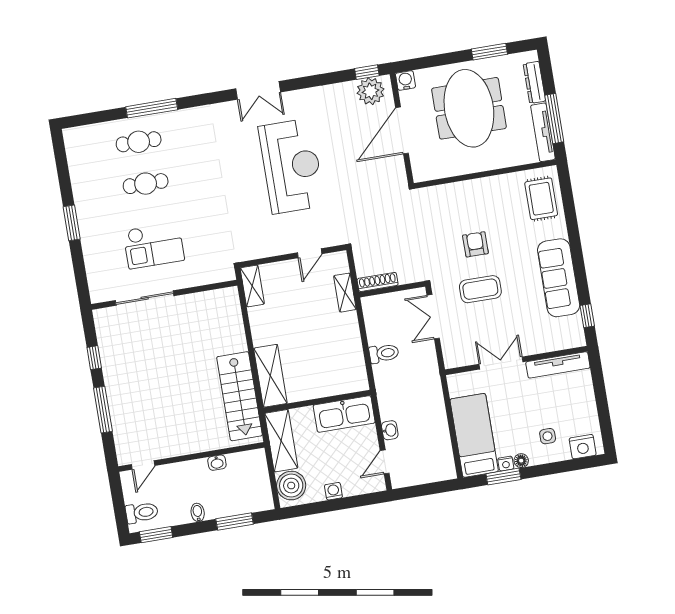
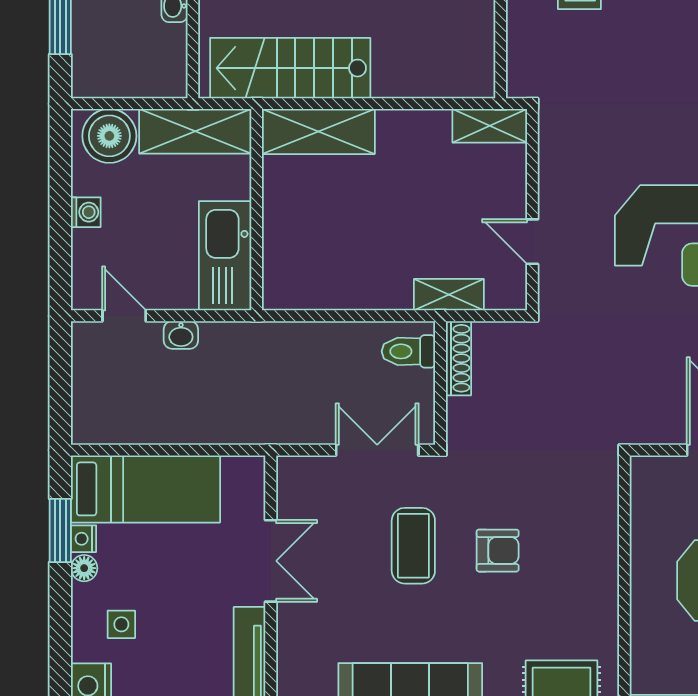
toilet: (384, 353) -> (408, 351), moved, turned 90

